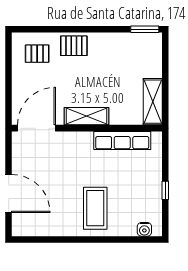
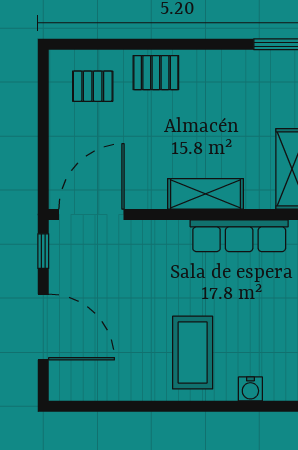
shelving: (87, 116) -> (205, 194), moved
window: (9, 149) -> (43, 251), added
water cooler: (144, 229) -> (250, 389), moved

